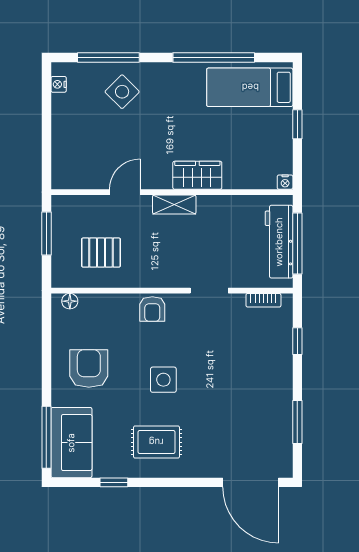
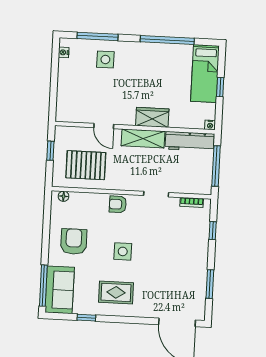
bed: (250, 87) -> (205, 74), moved, turned -90
side table: (122, 92) -> (105, 59), turned 45
door: (125, 192) -> (104, 126), swing flipped
shelving: (174, 205) -> (143, 138), width x1.50, depth x1.33
window: (46, 234) -> (50, 151), width x0.67
workbench: (279, 242) -> (190, 141), moved, turned -90
pallet: (101, 253) -> (86, 165), width x1.50, depth x1.42
armchair: (152, 309) -> (118, 204), turned 90

